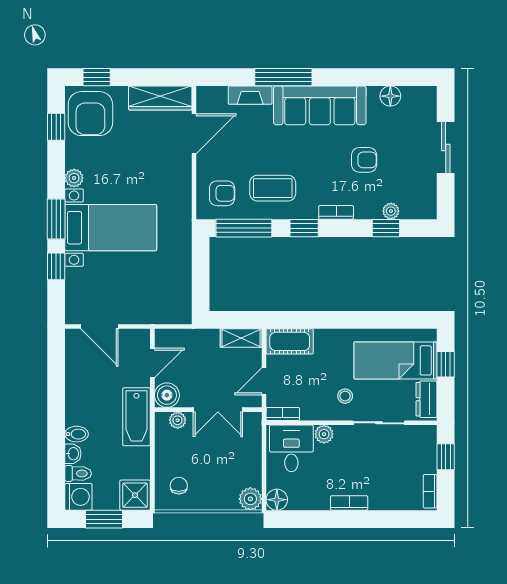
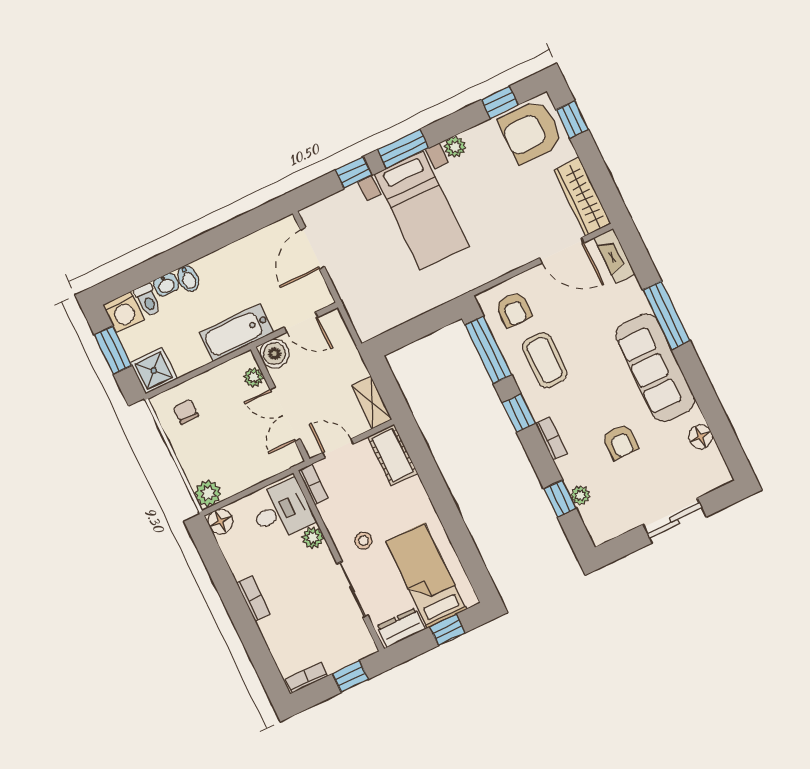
fireplace: (250, 95) -> (615, 256), moved
chair: (179, 486) -> (186, 412), turned -90

